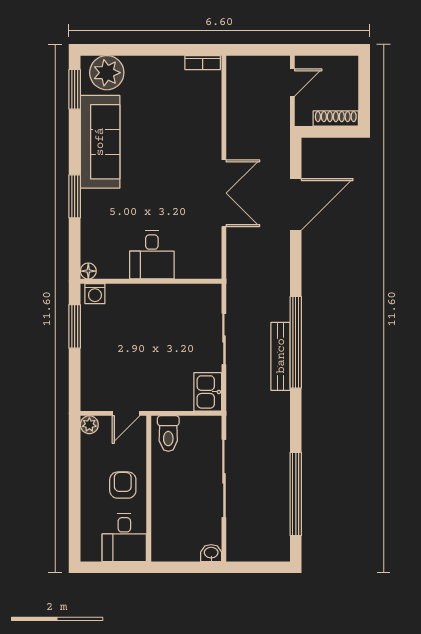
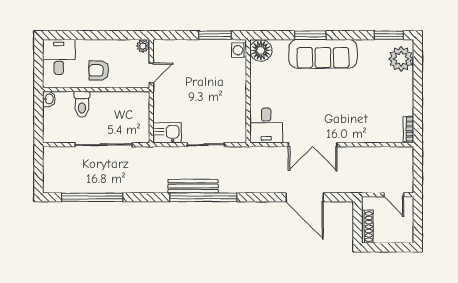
sofa: (100, 142) -> (323, 54), moved
desk: (152, 255) -> (266, 125), moved, turned -90
floor lamp: (88, 271) -> (261, 50), width x1.89, depth x1.89
door: (126, 413) -> (151, 73), swing flipped
toilet: (168, 434) -> (82, 104), moved, turned -90
armchair: (123, 485) -> (99, 71), turned 180
desk: (124, 538) -> (59, 57), moved, turned 90
washbasin: (211, 553) -> (49, 99), moved

